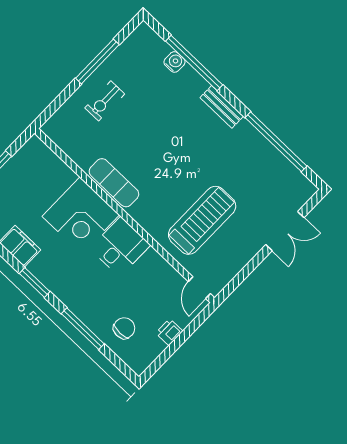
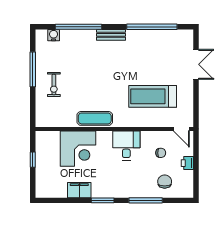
water cooler: (175, 62) -> (54, 35), moved
corner desk: (81, 216) -> (78, 149), moved
treadmill: (202, 220) -> (153, 96), turned -90
chair: (151, 292) -> (161, 153), added

